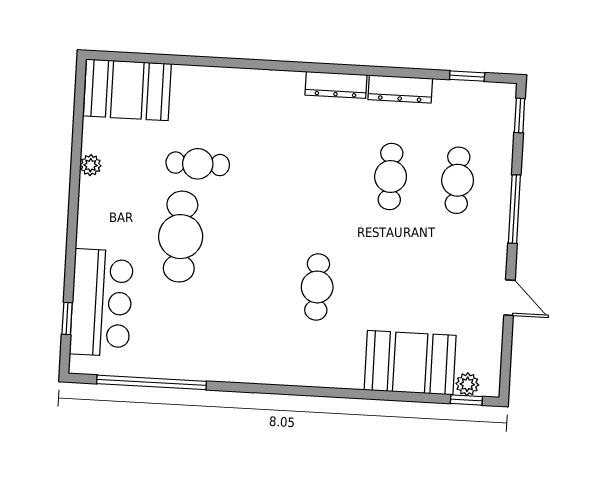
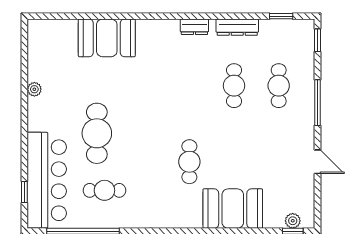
dresser: (336, 85) -> (194, 27), width x0.70
booth: (127, 90) -> (107, 38), moved
cafe table: (198, 164) -> (104, 190), moved
bar counter: (102, 303) -> (47, 180), width x1.36
booth: (410, 363) -> (233, 209), moved

